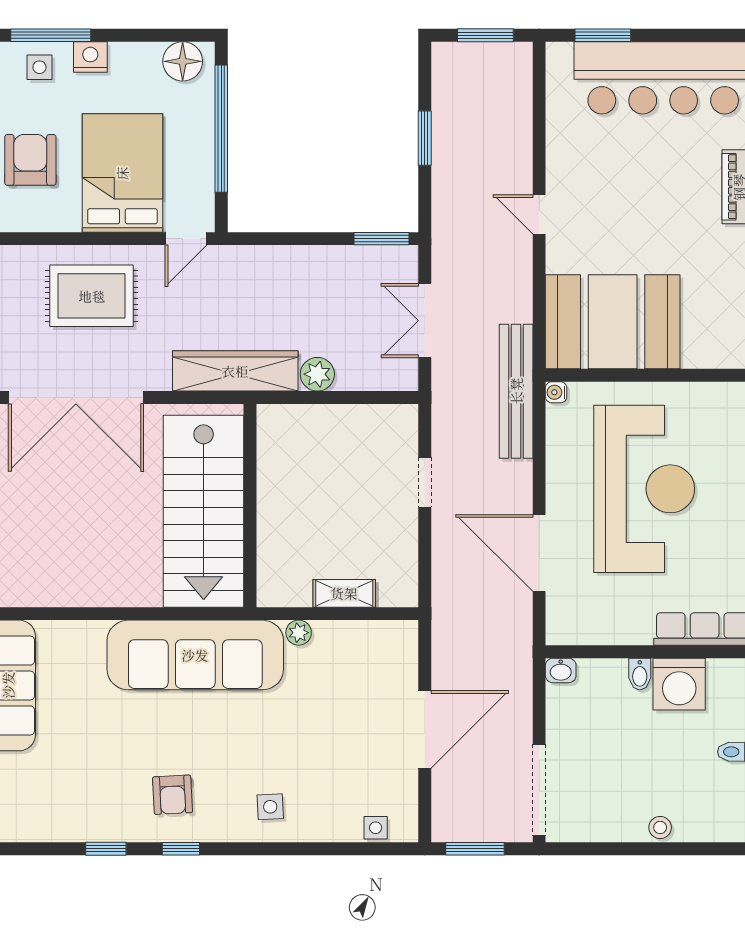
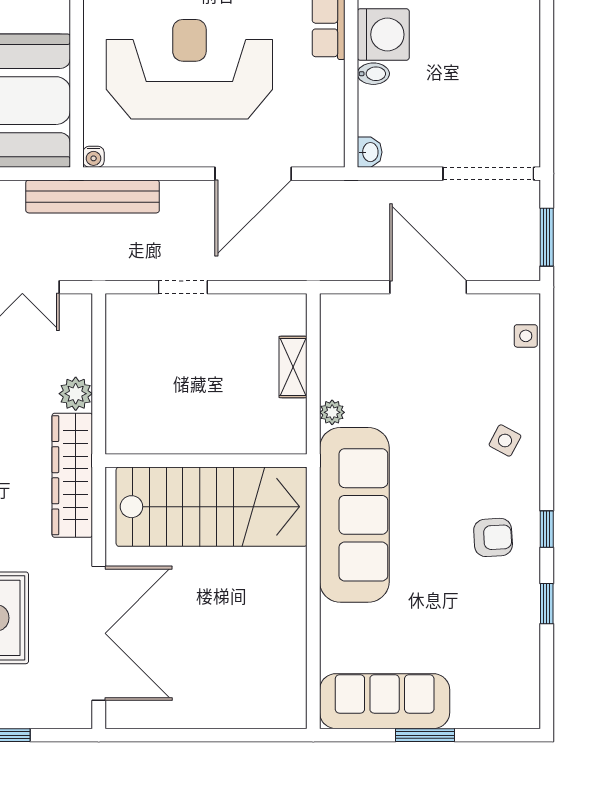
side table: (270, 807) -> (505, 440), turned 31
stool: (660, 827) -> (525, 53), removed

